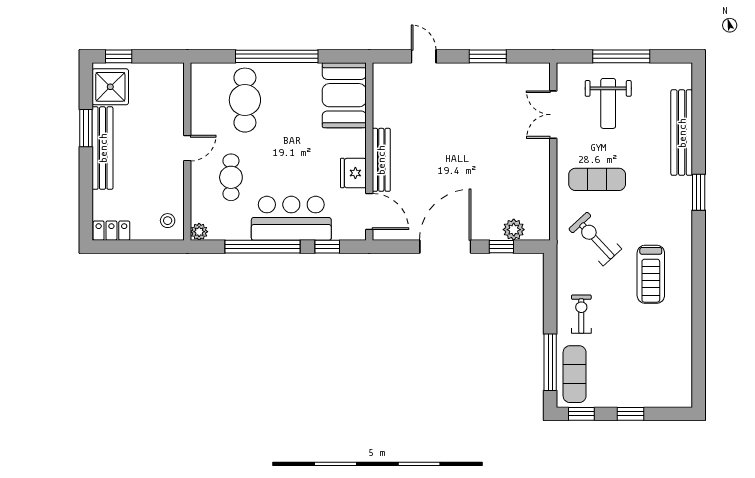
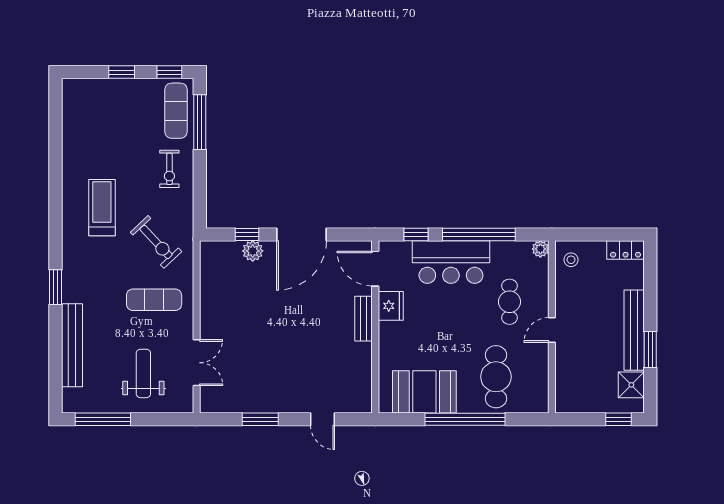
window: (621, 56) -> (103, 419), moved
shower: (110, 87) -> (631, 385), width x0.73, depth x0.73
booth: (344, 95) -> (424, 392), moved, turned 90
bench: (381, 160) -> (364, 319), width x0.73
plant: (514, 230) -> (253, 251), moved

